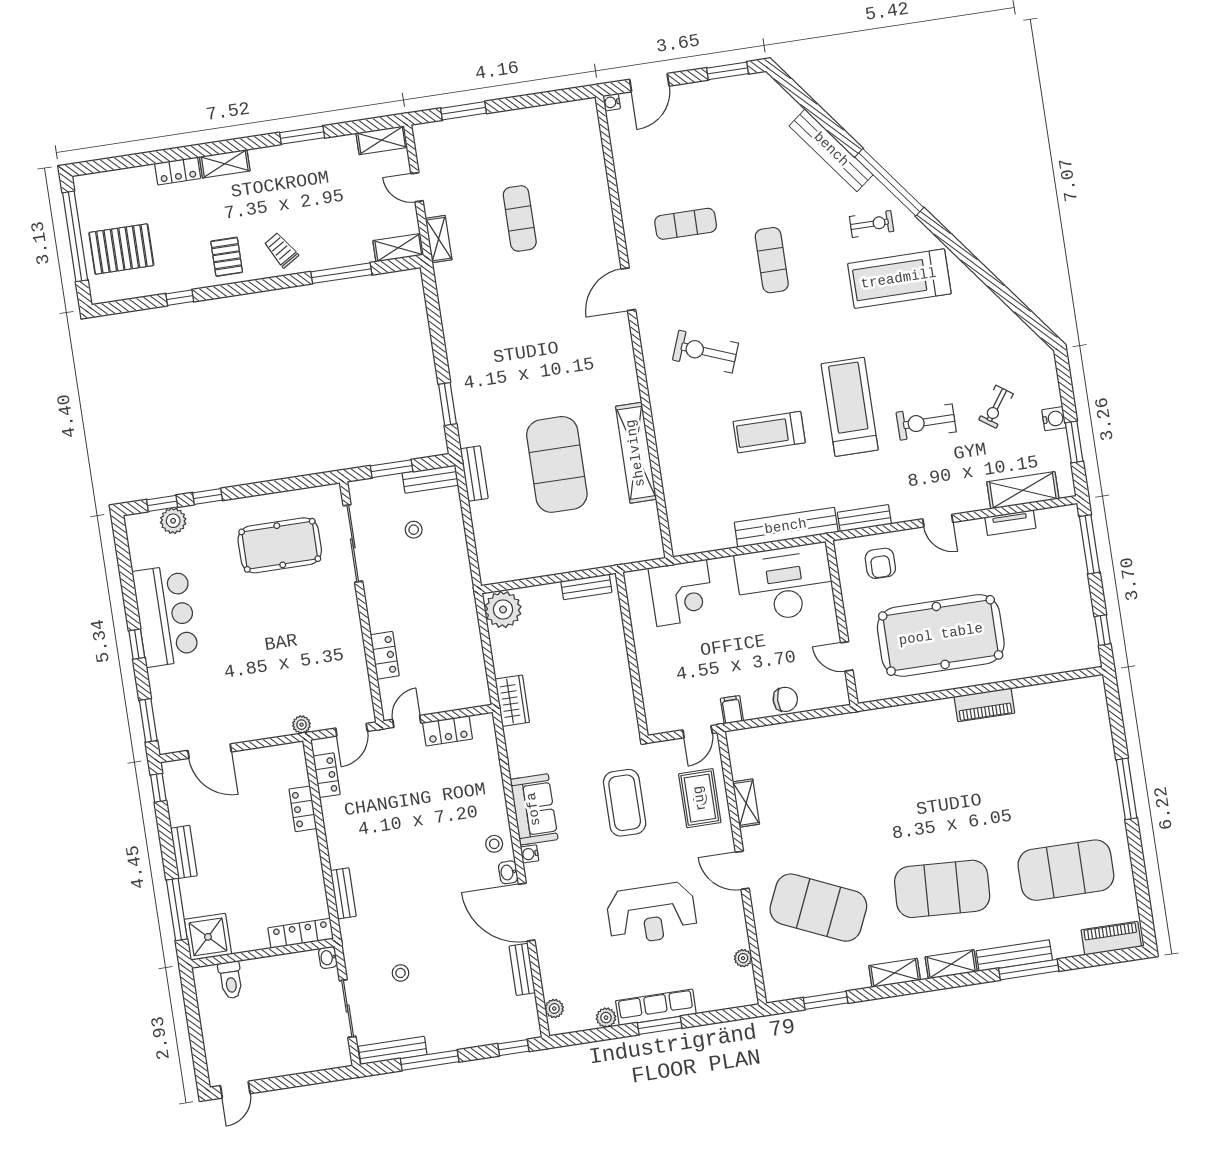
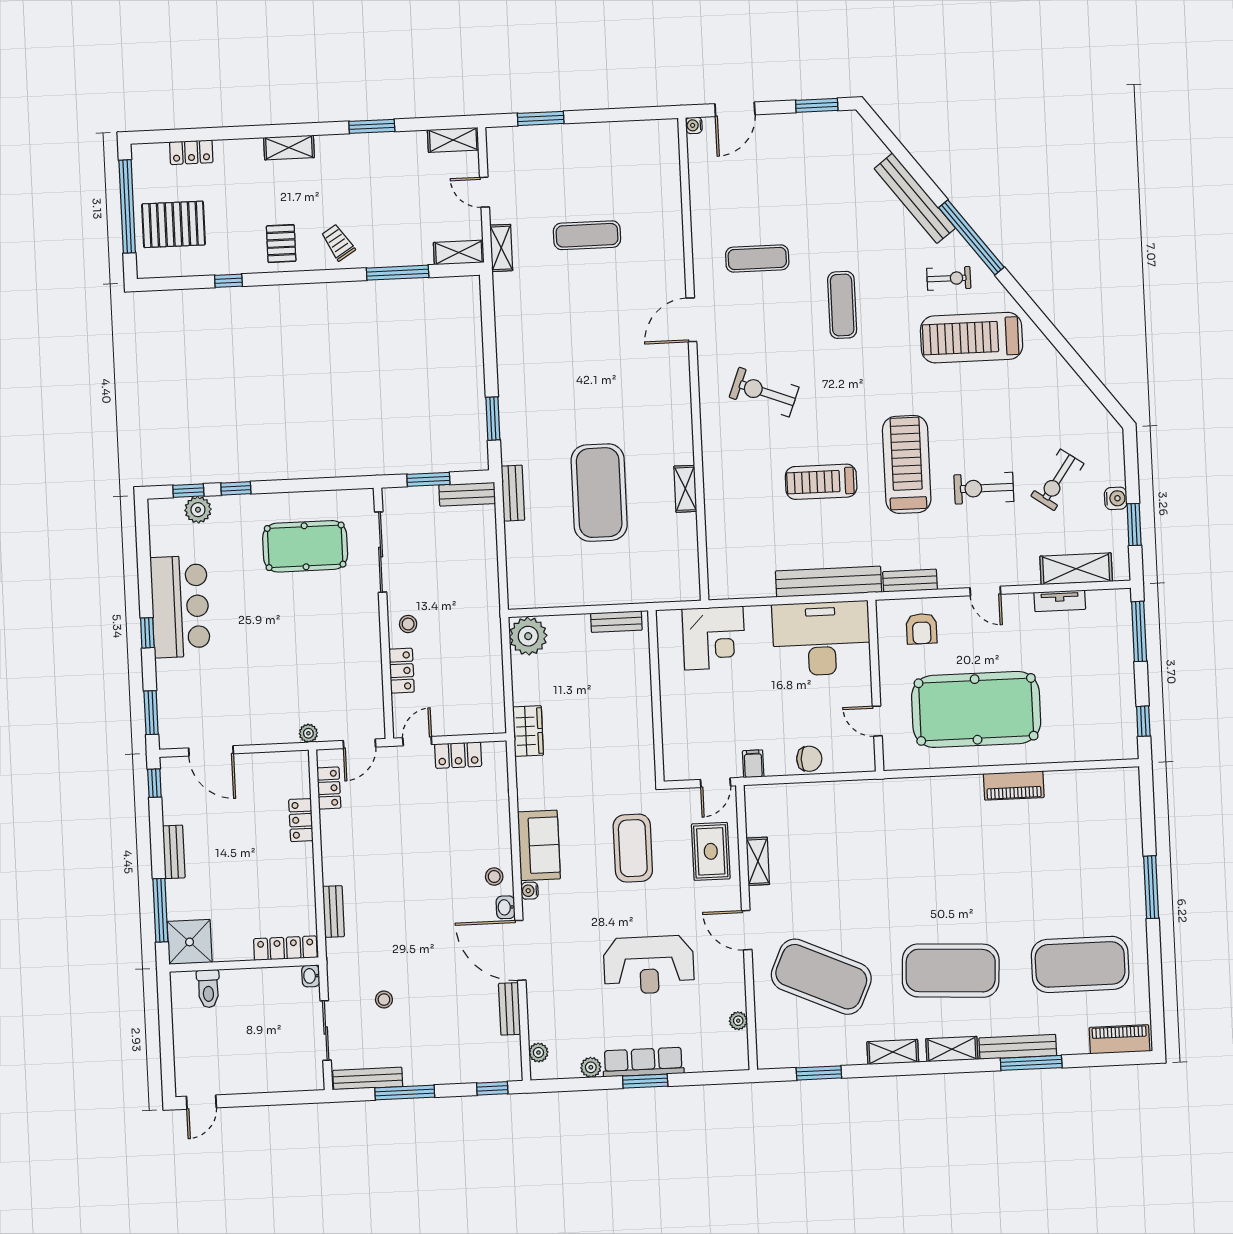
locker: (178, 171) -> (191, 152), moved
exercise mat: (520, 218) -> (587, 235), turned 90
exercise bike: (996, 407) -> (1057, 480), width x1.38, depth x1.39
shelving: (636, 453) -> (685, 489), width x0.45, depth x0.75
stool: (414, 530) -> (408, 624), moved

